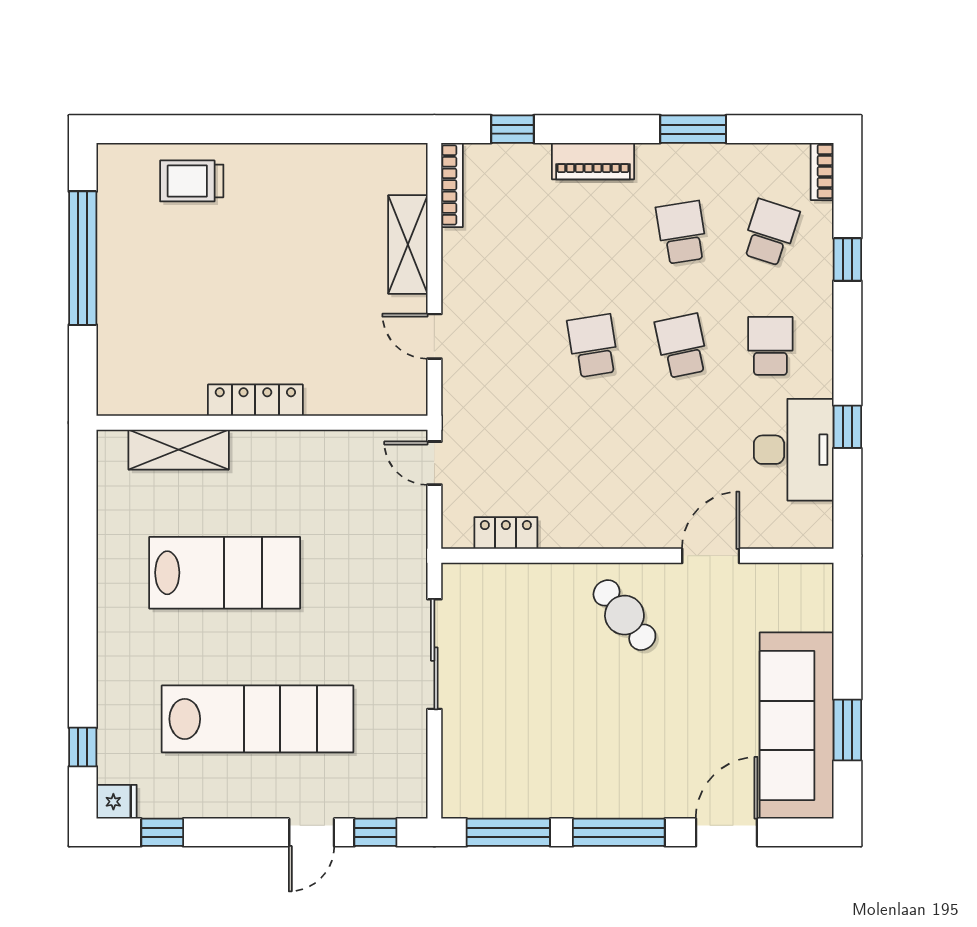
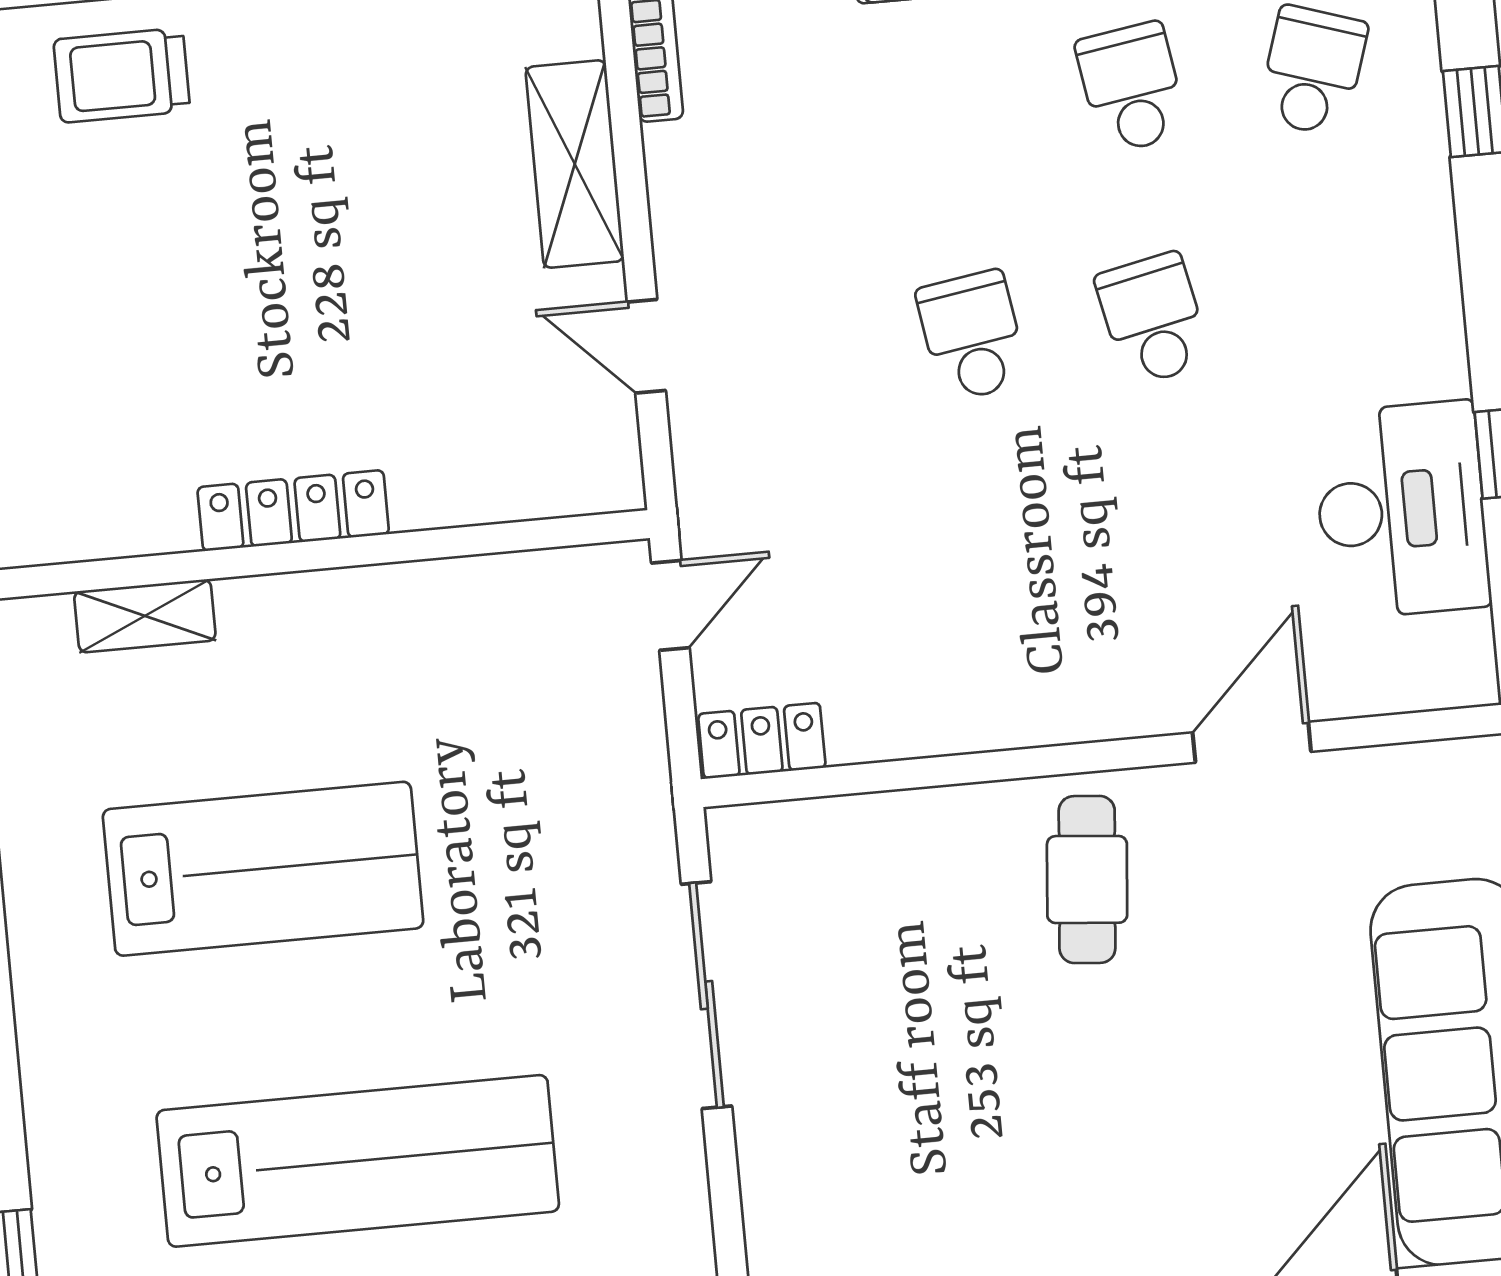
school desk: (770, 346) -> (1334, 302), removed
shelving: (179, 450) -> (145, 616), width x0.67, depth x0.75
door: (434, 463) -> (670, 605), swing flipped
locker: (506, 533) -> (762, 741), moved
cafe table: (624, 615) -> (1087, 879), turned 44

